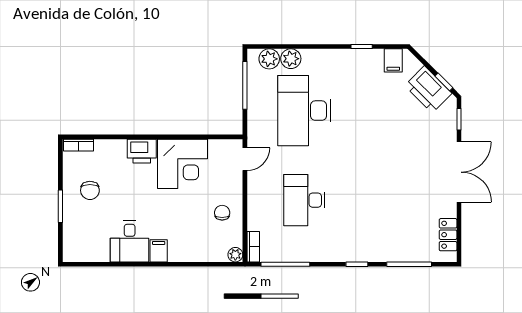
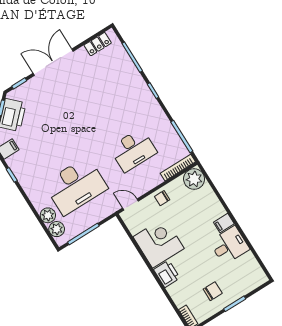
chair: (222, 213) -> (162, 198), moved
bookcase: (253, 247) -> (178, 168), width x1.56
plant: (235, 255) -> (194, 179), width x1.87, depth x1.87

